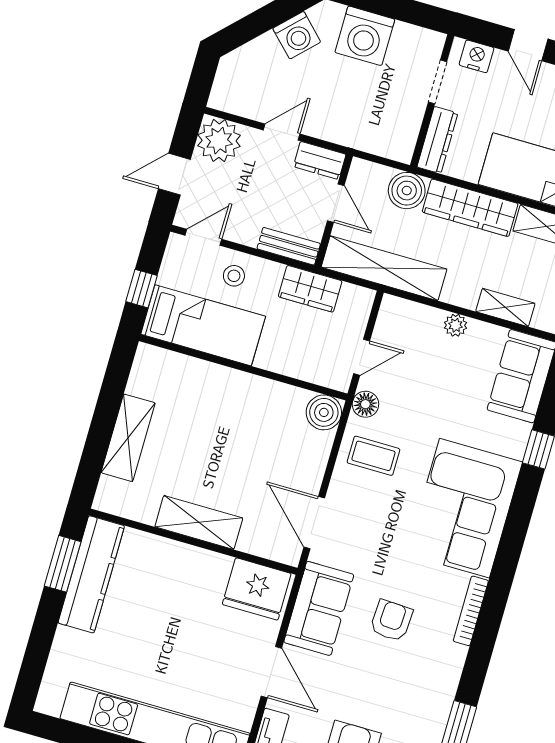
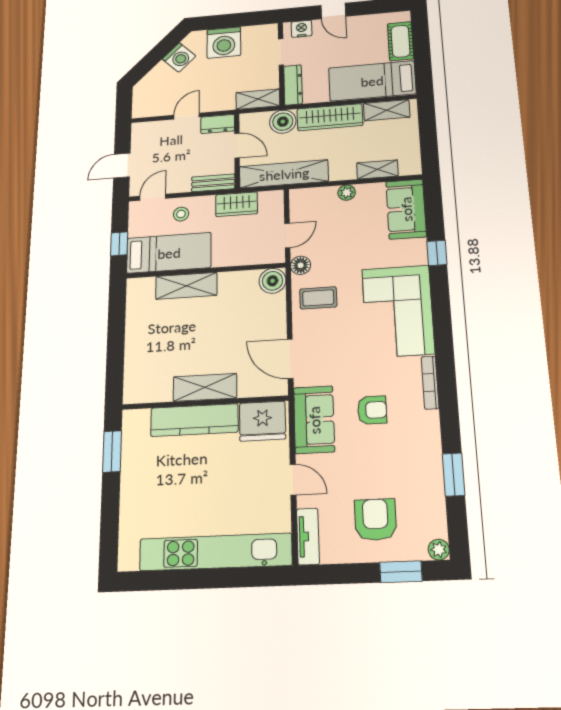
plant: (219, 141) -> (146, 135), removed
shelving: (384, 143) -> (258, 99), added
shelving: (128, 438) -> (186, 286), moved, turned 90
kitchen counter: (91, 574) -> (194, 420), moved, turned 90
armchair: (391, 621) -> (372, 410), turned 87
door: (271, 672) -> (293, 480), width x0.73

